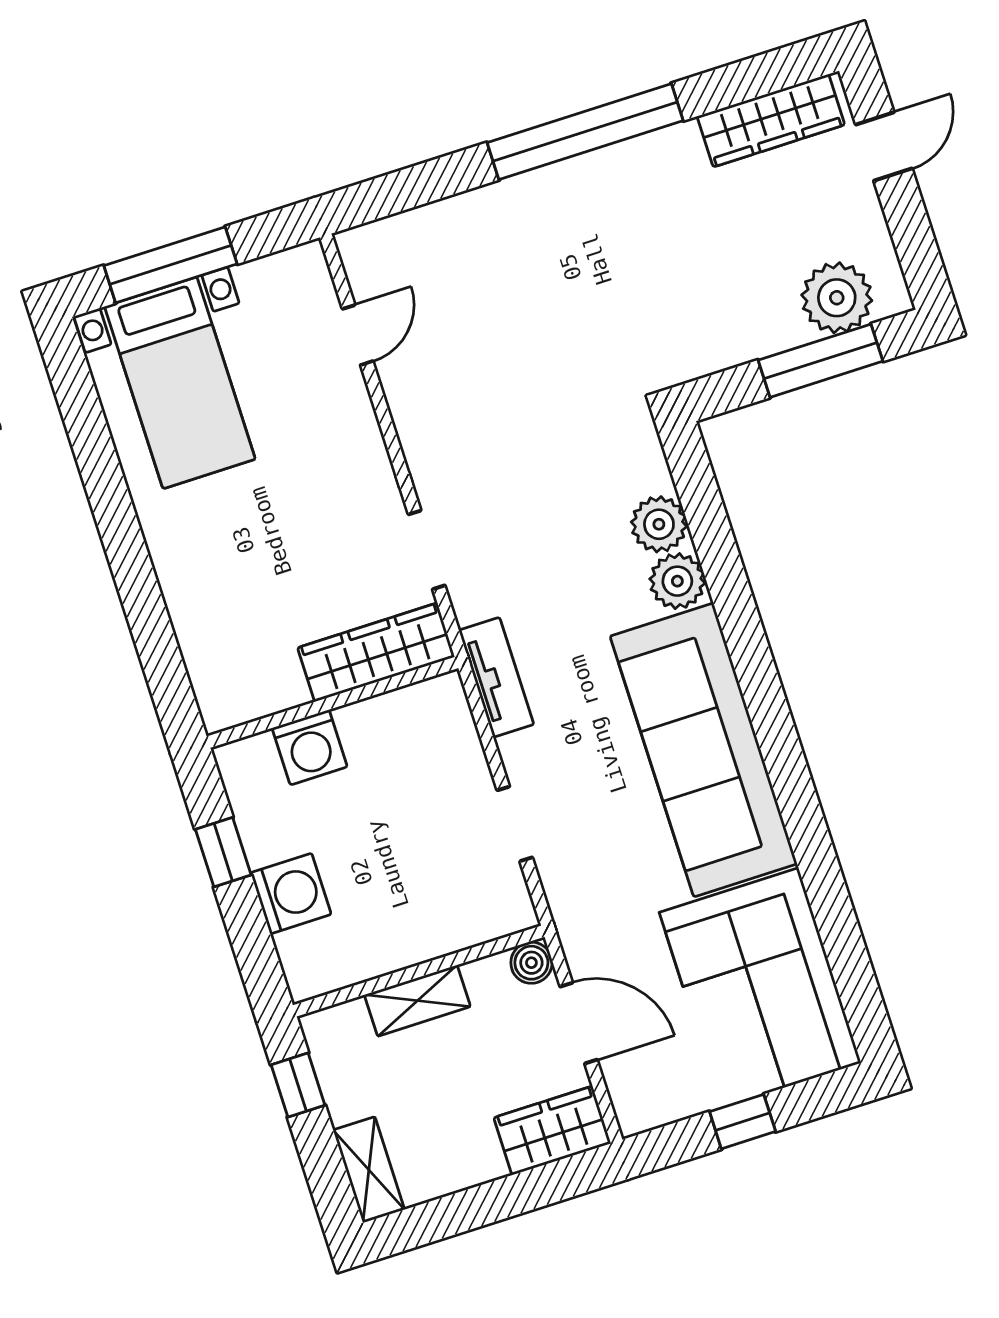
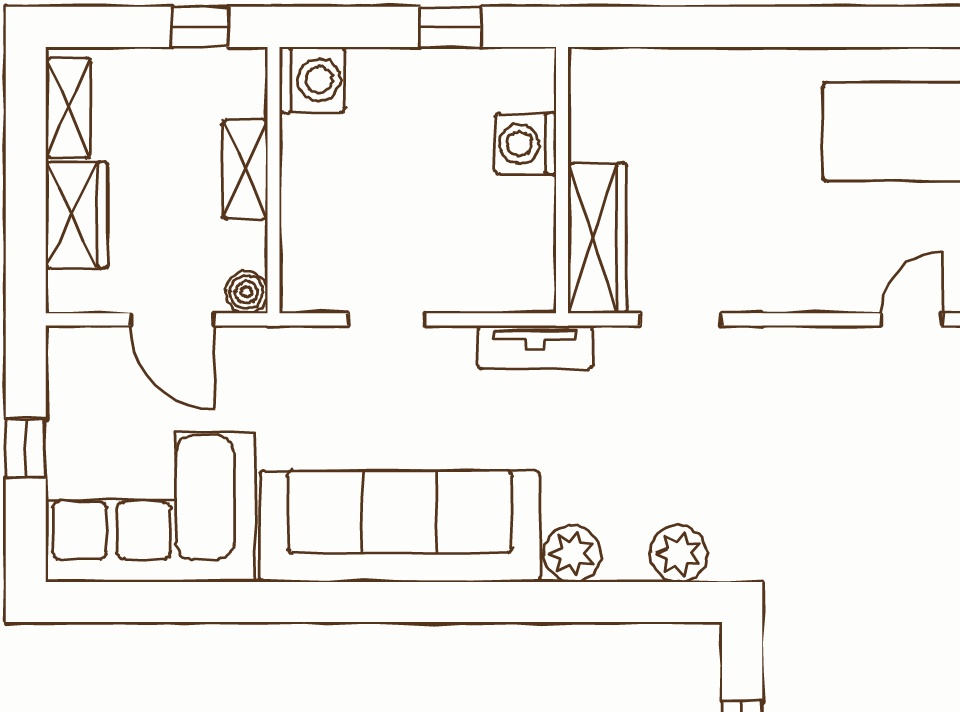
door: (358, 335) -> (912, 319), swing flipped
plant: (659, 524) -> (679, 553), moved
washing machine: (291, 894) -> (312, 80), moved, turned -90
door: (579, 1023) -> (173, 319), hinge flipped
wardrobe: (552, 1131) -> (77, 215), moved
shelving: (369, 1170) -> (68, 108), moved, turned 90

